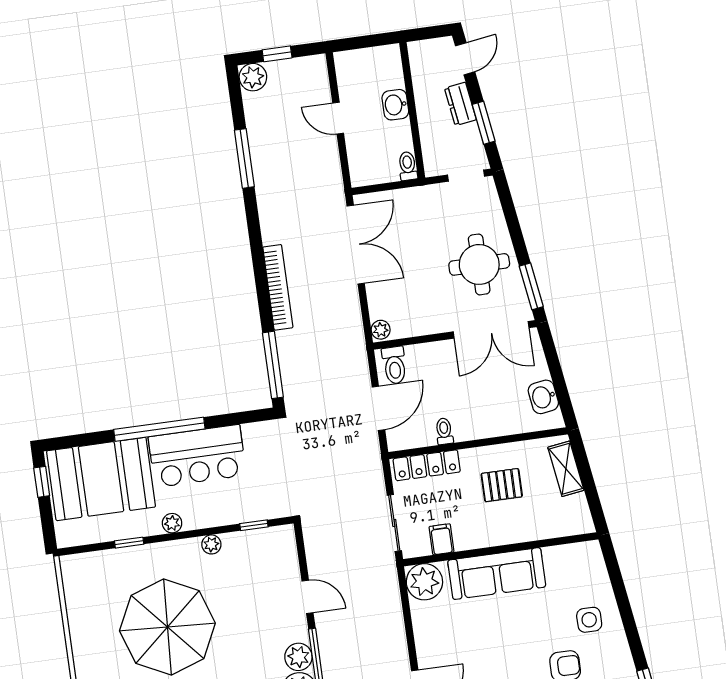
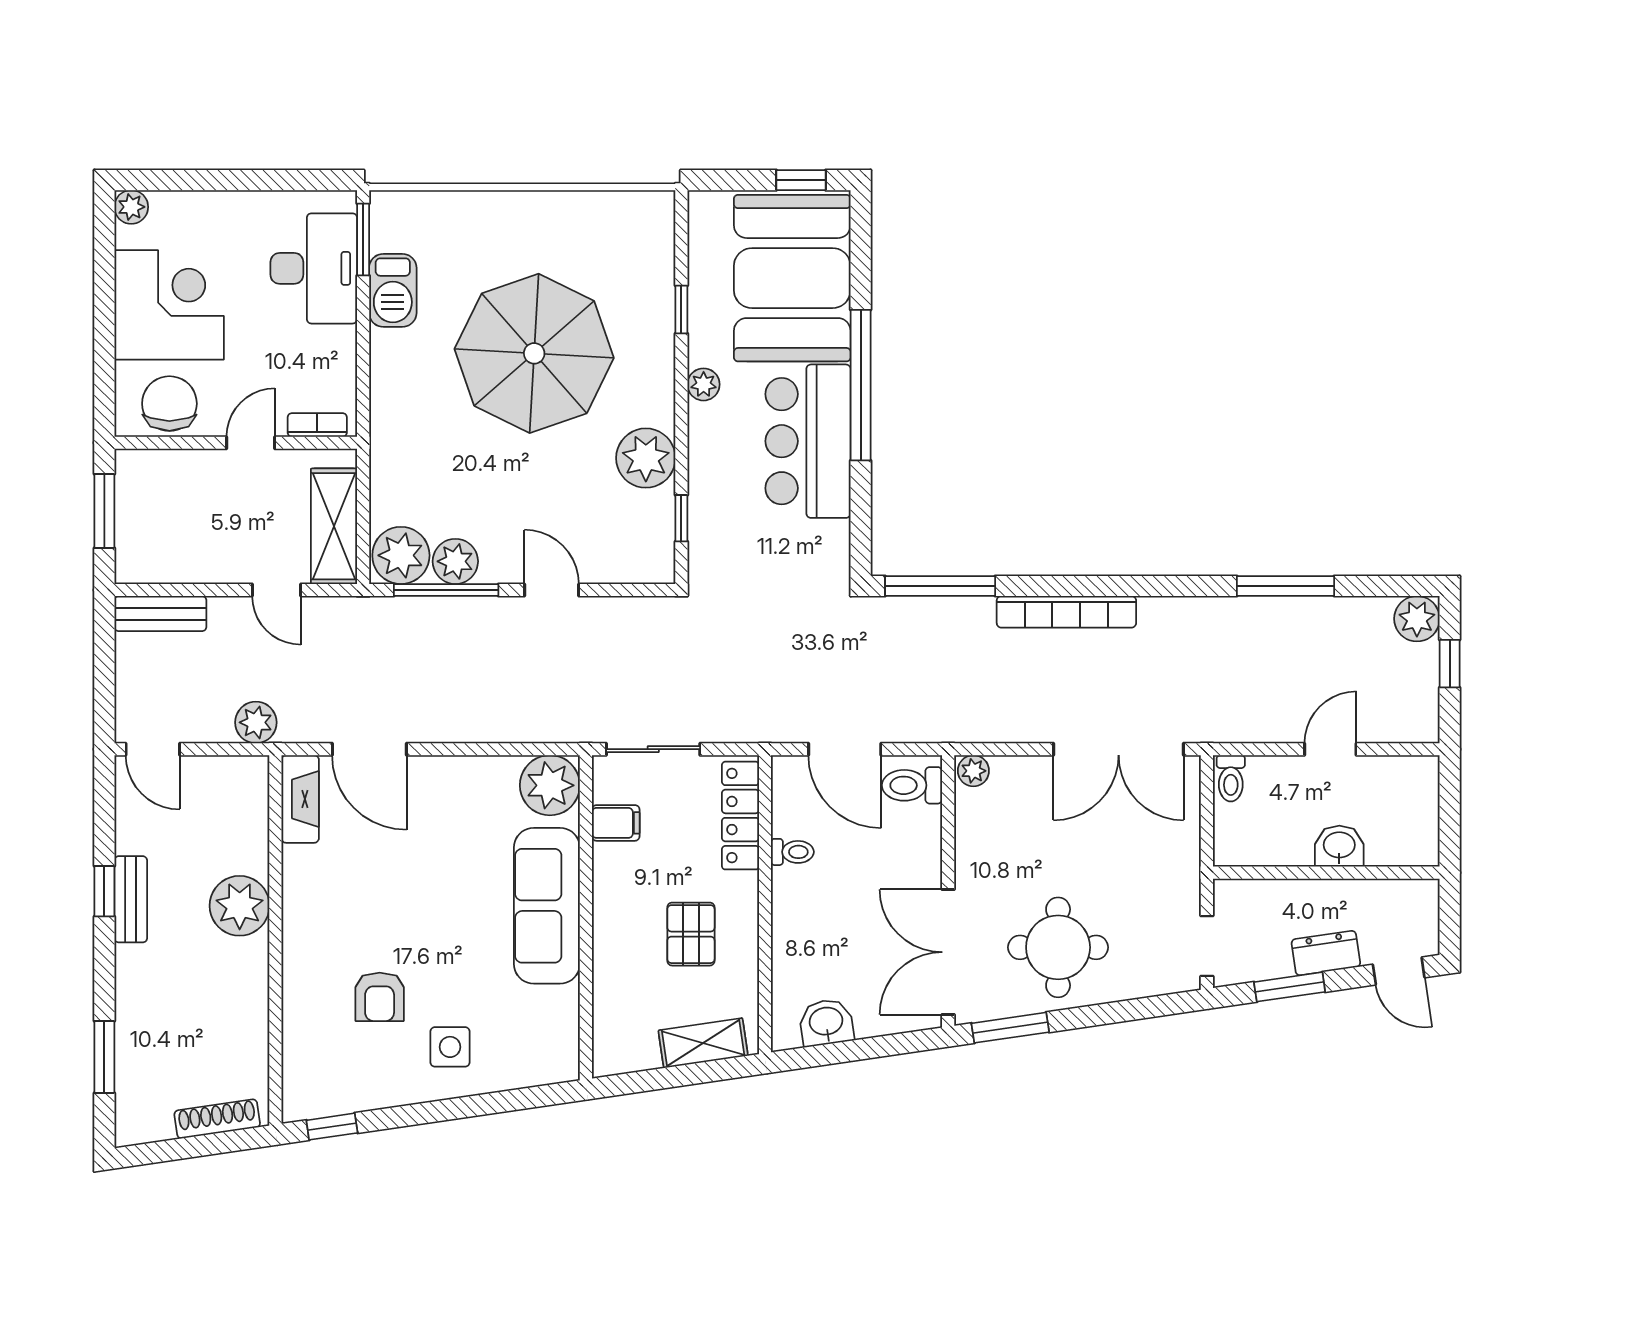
toilet: (408, 166) -> (1231, 778), moved, turned 90
plant: (211, 544) -> (646, 458), width x1.88, depth x1.88
door: (308, 597) -> (552, 590), swing flipped

